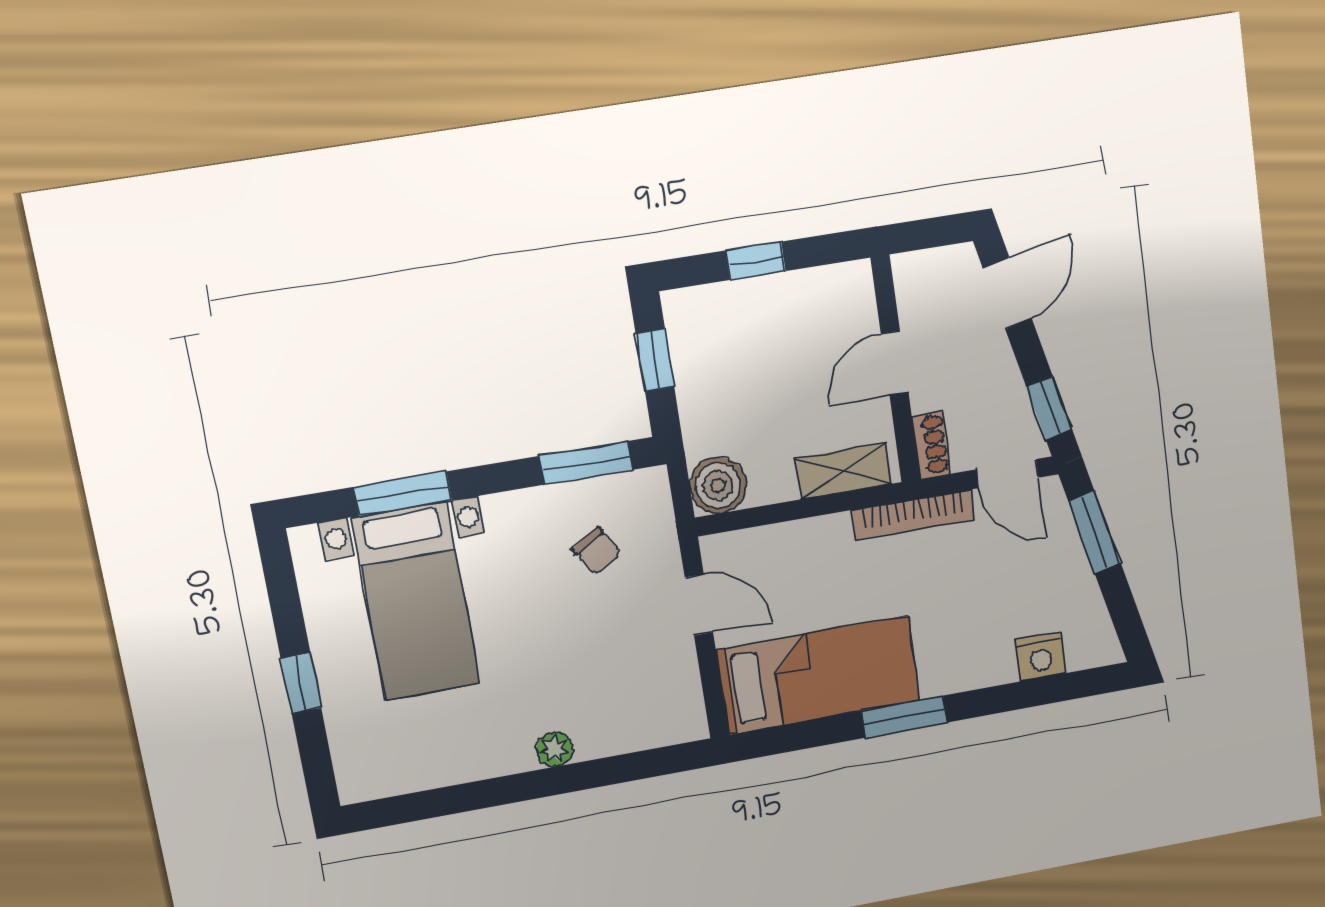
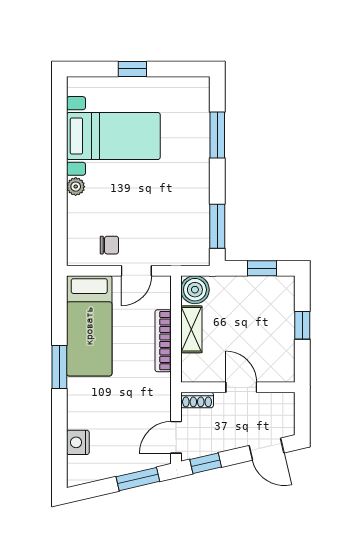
shelving: (844, 471) -> (191, 329), moved
bookcase: (913, 515) -> (163, 341), moved
chair: (597, 551) -> (109, 245), moved, turned -148
bed with nightstands: (416, 601) -> (113, 136), moved, turned 180

